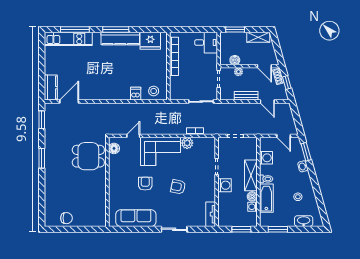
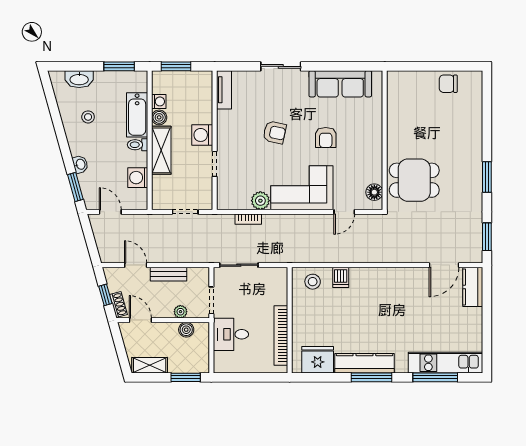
desk: (206, 43) -> (231, 334), moved

